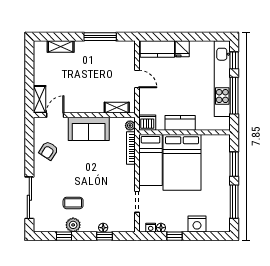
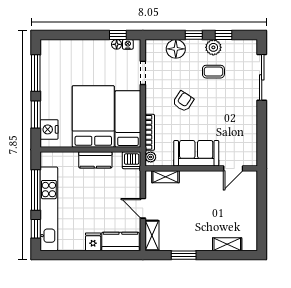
window: (100, 37) -> (184, 255), width x0.69
shelving: (39, 99) -> (152, 235), moved
armchair: (49, 151) -> (183, 101), moved
nightstand: (197, 224) -> (49, 129), moved, turned -90
floor lamp: (103, 228) -> (176, 49), width x1.89, depth x1.89
window: (104, 236) -> (194, 35), moved
window: (175, 236) -> (118, 35), moved

